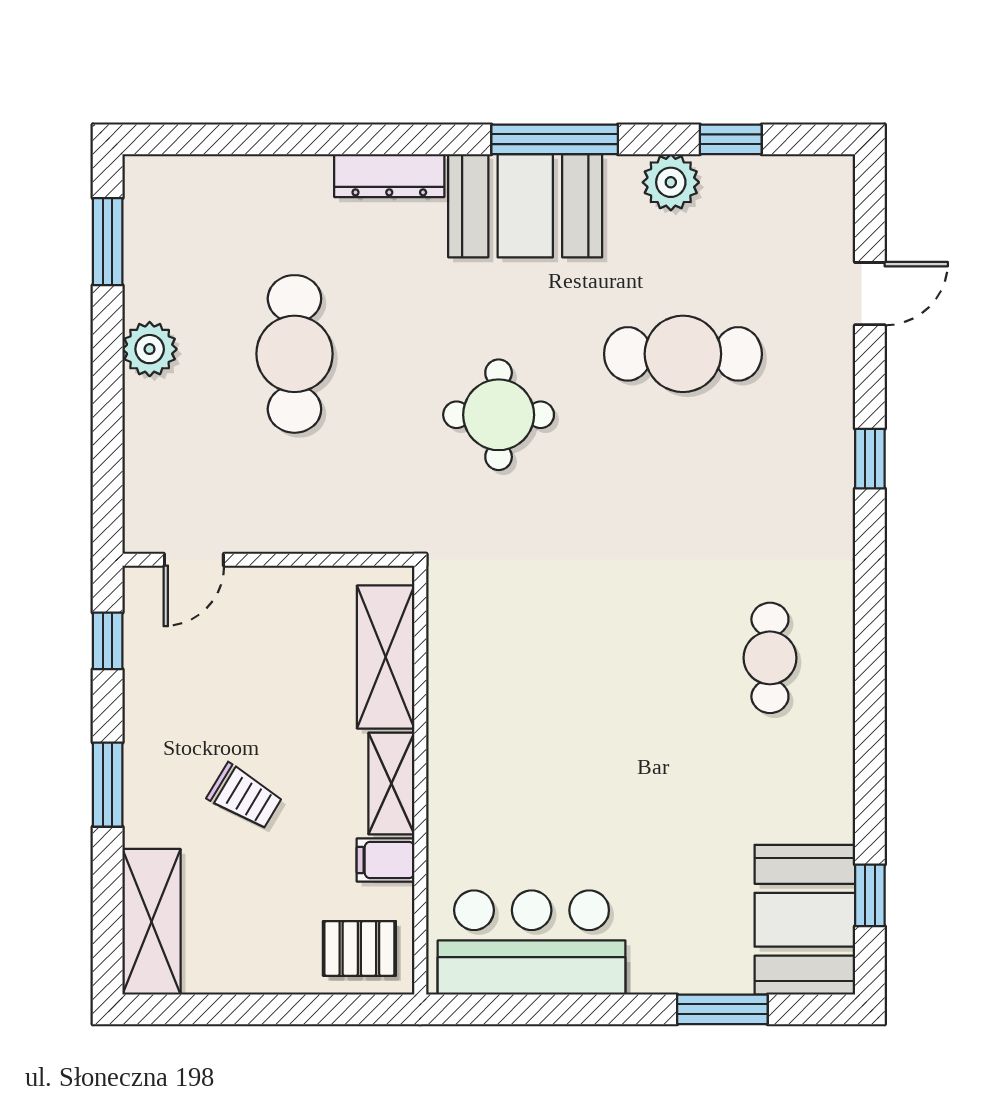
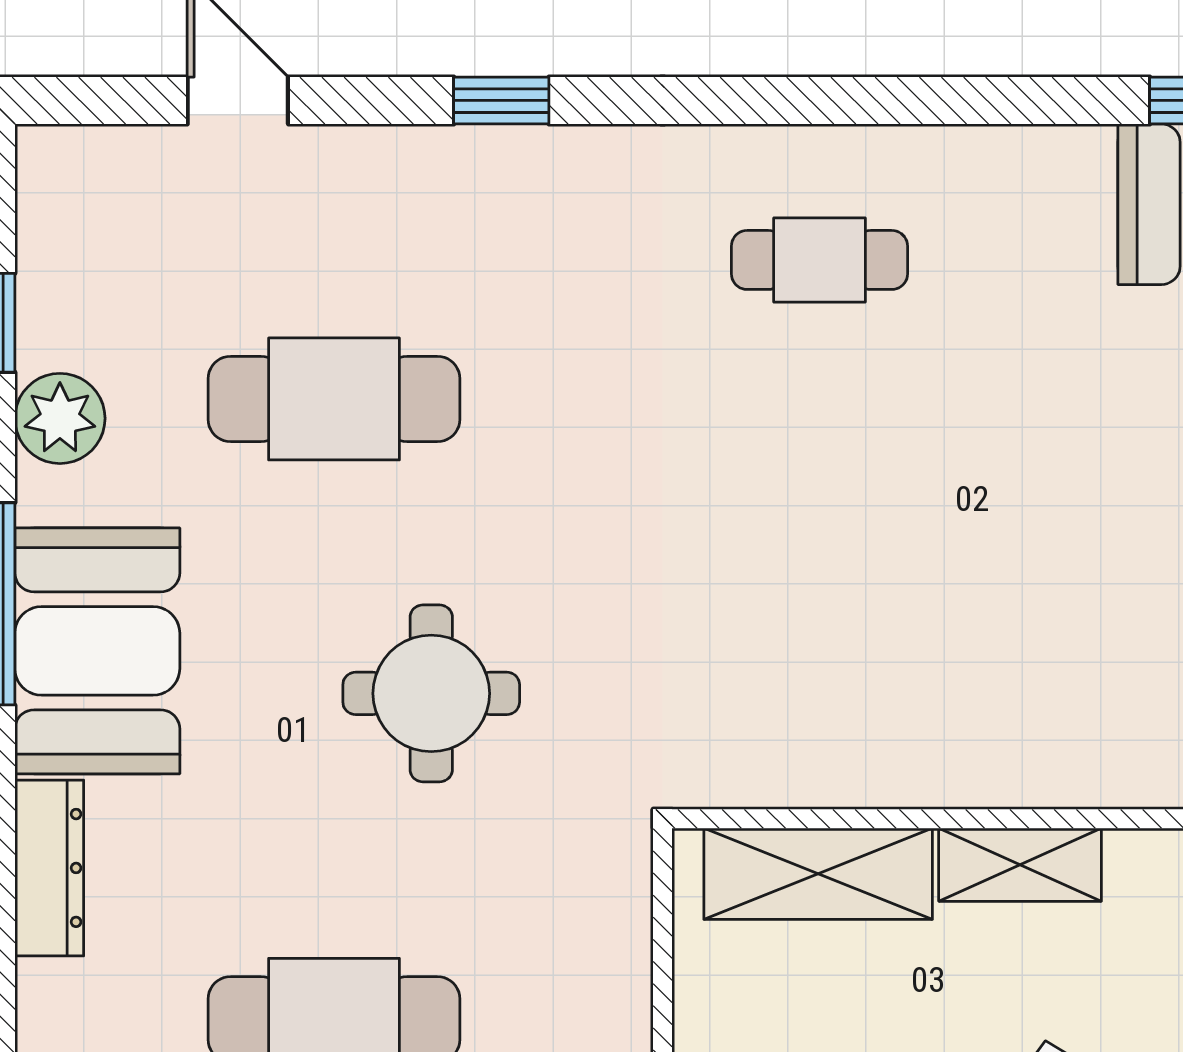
cafe table: (683, 354) -> (334, 399), turned 90
filing cabinet: (385, 860) -> (1142, 874), removed

